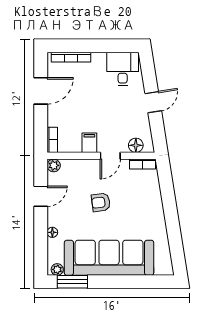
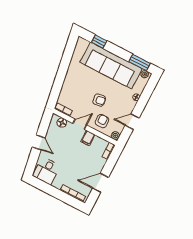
door: (153, 102) -> (39, 142), swing flipped
armchair: (82, 176) -> (102, 121), added
window: (142, 282) -> (99, 42), added

